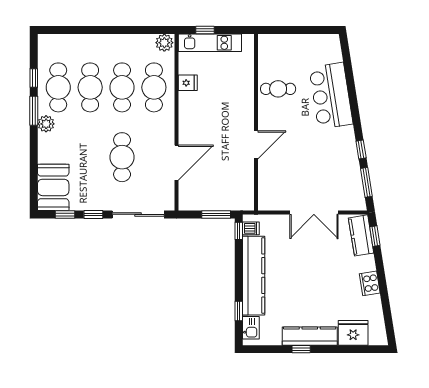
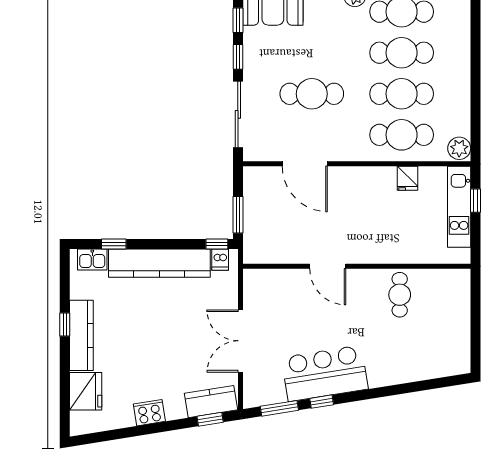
bar counter: (331, 96) -> (325, 373), moved

